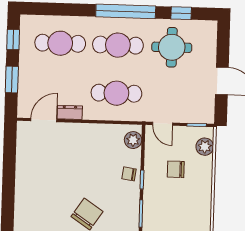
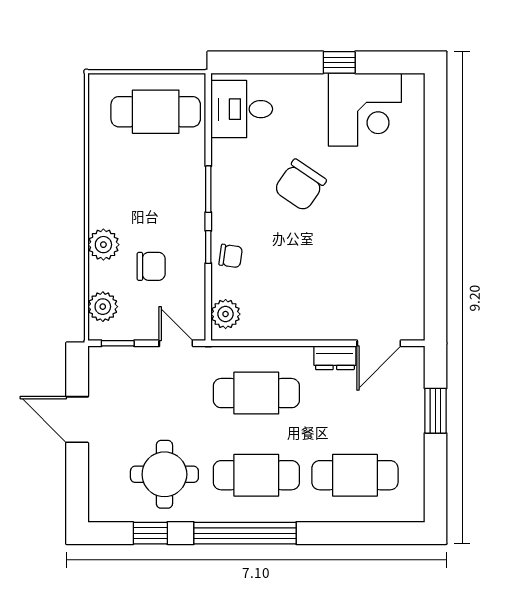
window: (13, 40) -> (436, 479), removed
plant: (203, 183) -> (103, 245), added

